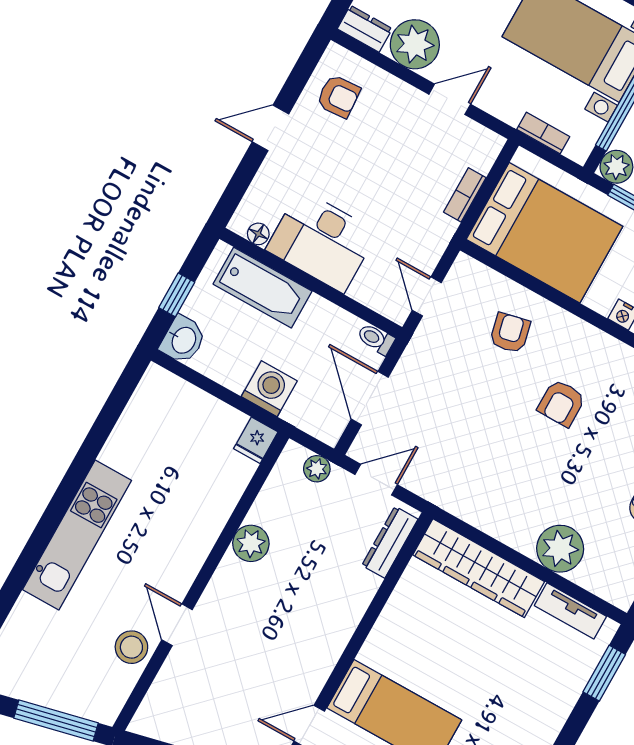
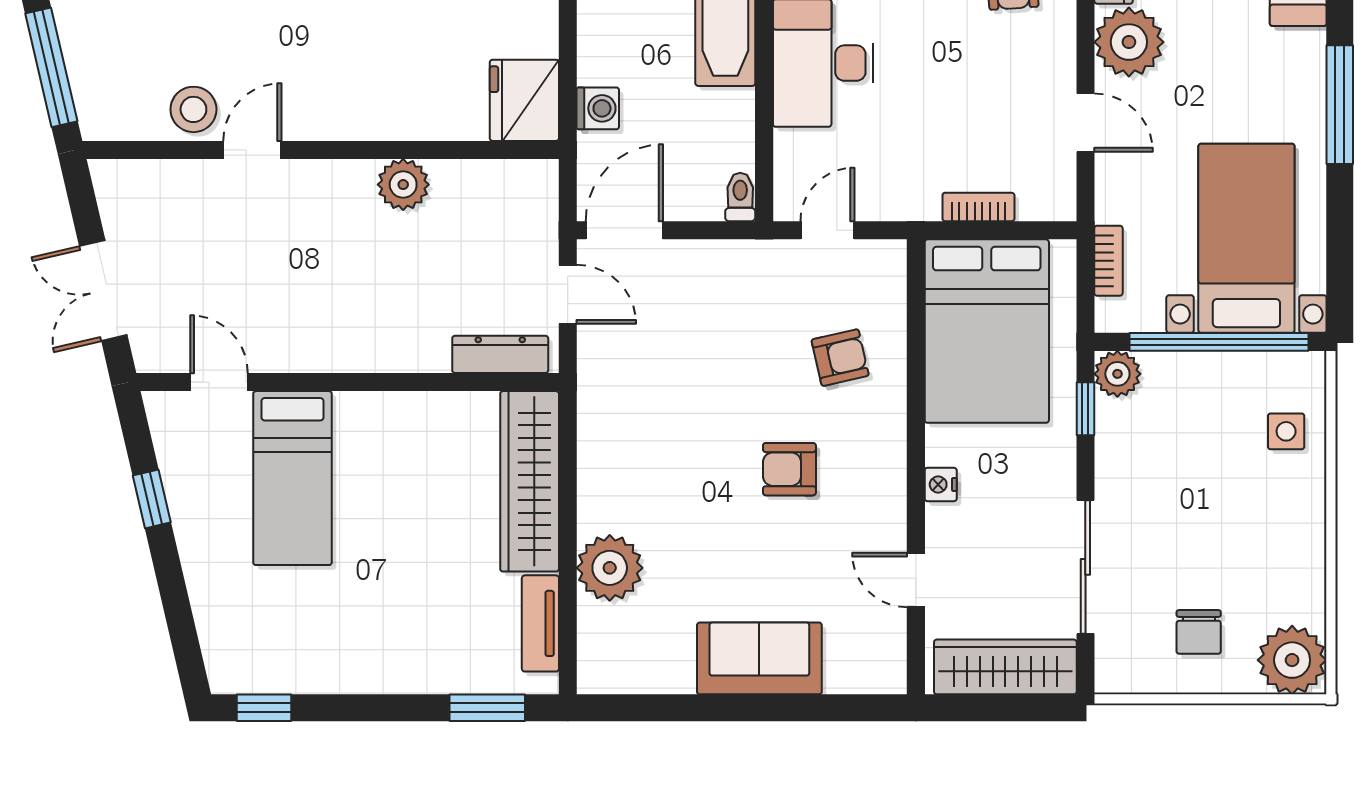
washing machine: (269, 389) -> (598, 108), width x0.73, depth x0.73
door: (370, 398) -> (624, 230), moved
fridge: (256, 440) -> (524, 100), width x1.88, depth x1.34
plant: (317, 469) -> (540, 214), removed

